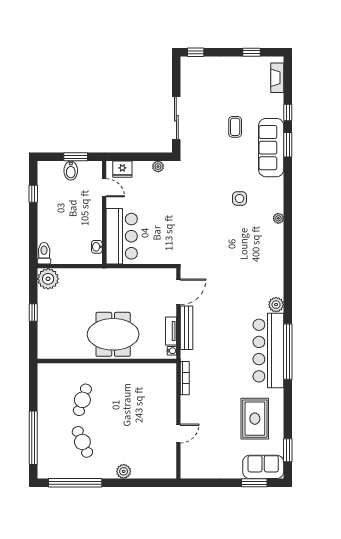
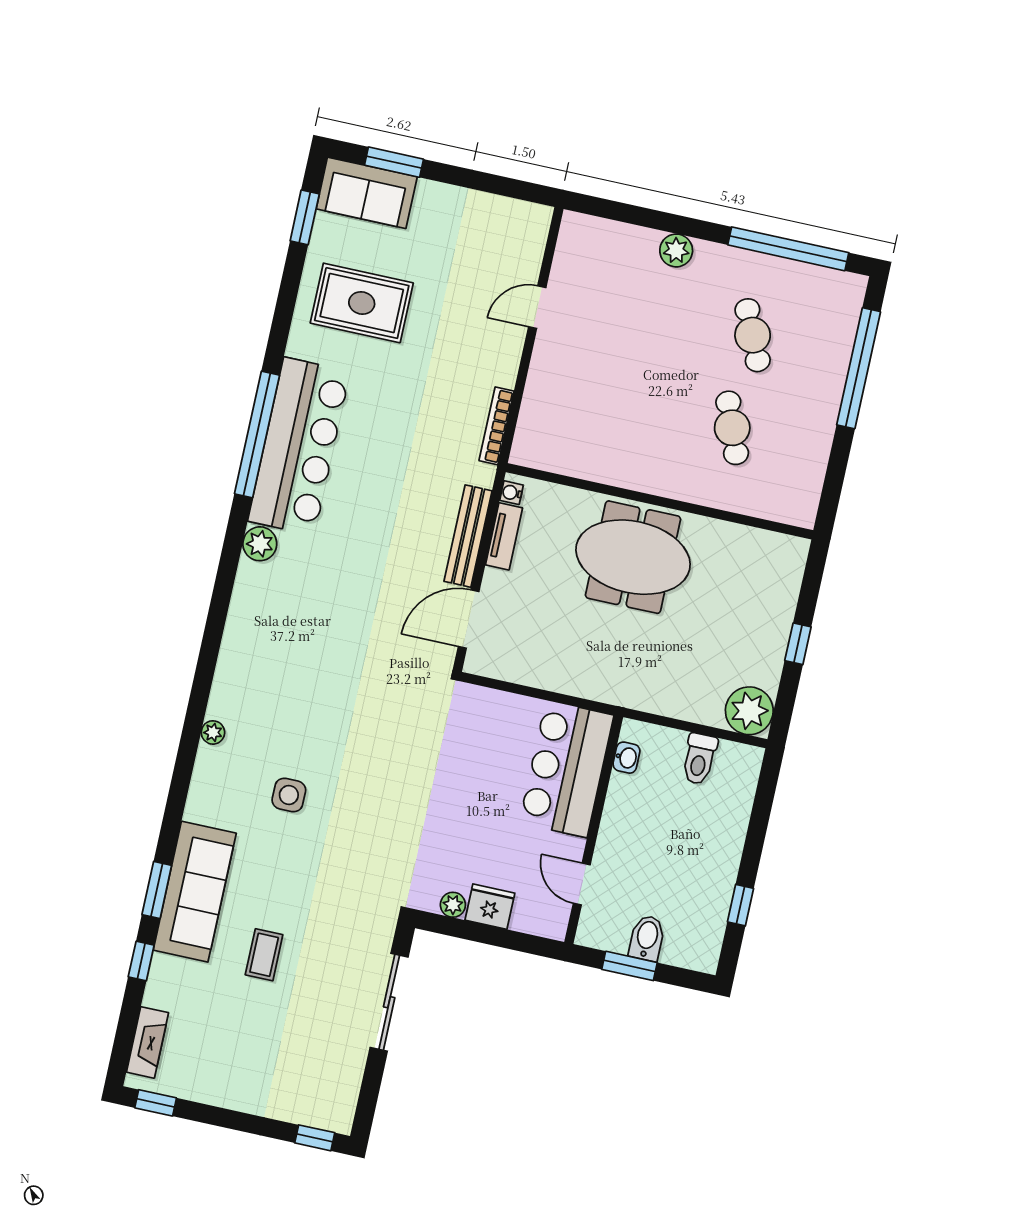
window: (252, 52) -> (156, 1103), moved
fridge: (122, 169) -> (490, 907), moved
toilet: (44, 253) -> (699, 759), moved
cafe table: (82, 400) -> (732, 428), turned -39
rug: (255, 419) -> (362, 303), turned 90

